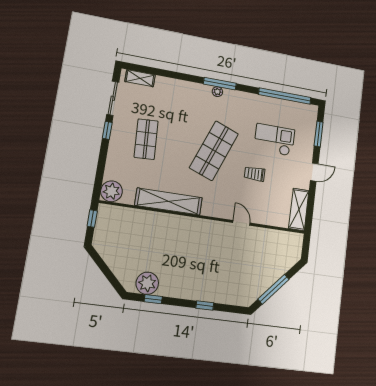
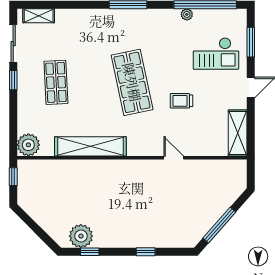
plant: (217, 92) -> (187, 14), moved
checkout: (274, 140) -> (216, 54), moved, turned 180
shop shelf: (214, 151) -> (132, 82), turned -33

